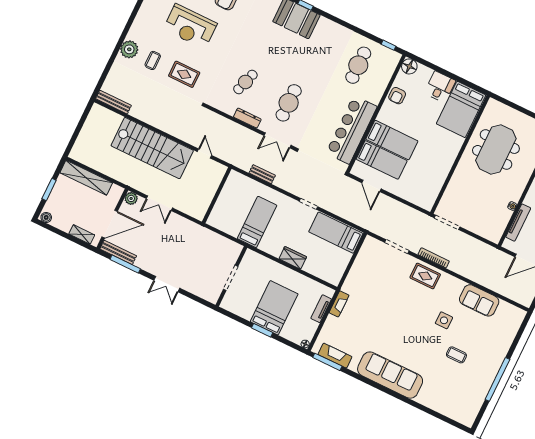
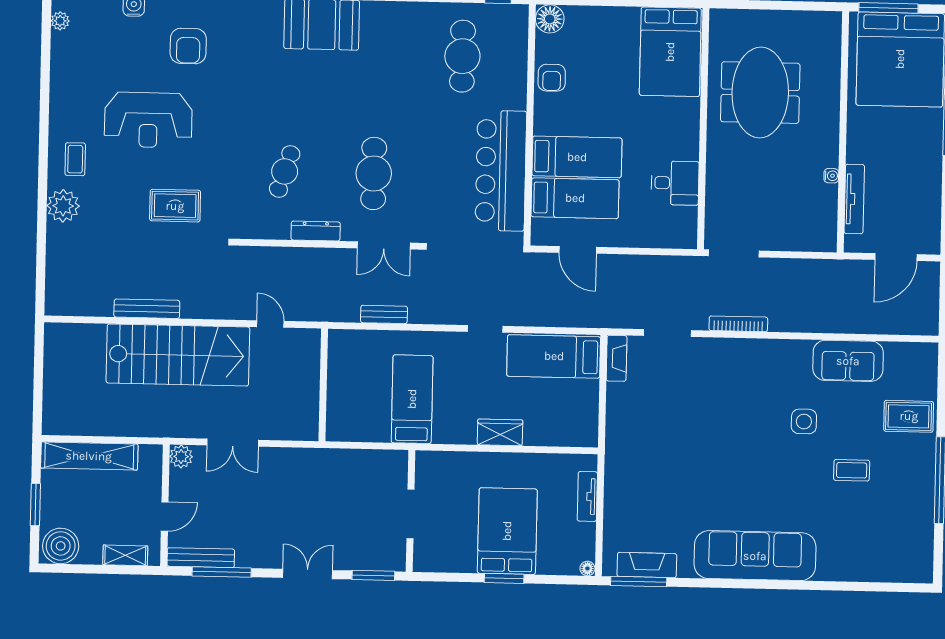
coffee table: (153, 60) -> (75, 159), moved
desk: (440, 87) -> (675, 183), moved, turned 90
bench: (113, 102) -> (147, 309), moved
boiler: (46, 217) -> (61, 546), width x1.86, depth x1.86
door: (110, 224) -> (165, 516), width x0.53
rug: (425, 276) -> (909, 416), moved
double door: (167, 284) -> (308, 574), swing flipped
window: (199, 300) -> (373, 575), added
fireplace: (339, 304) -> (617, 358), moved

